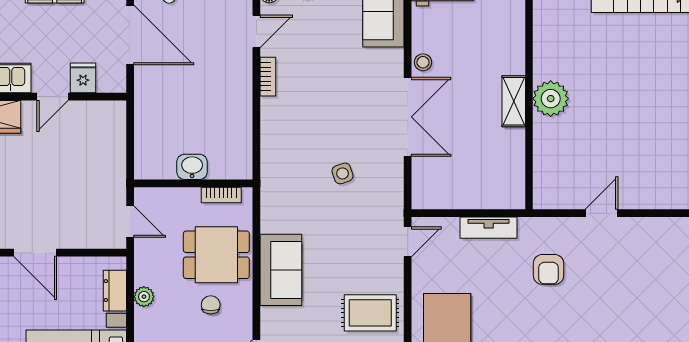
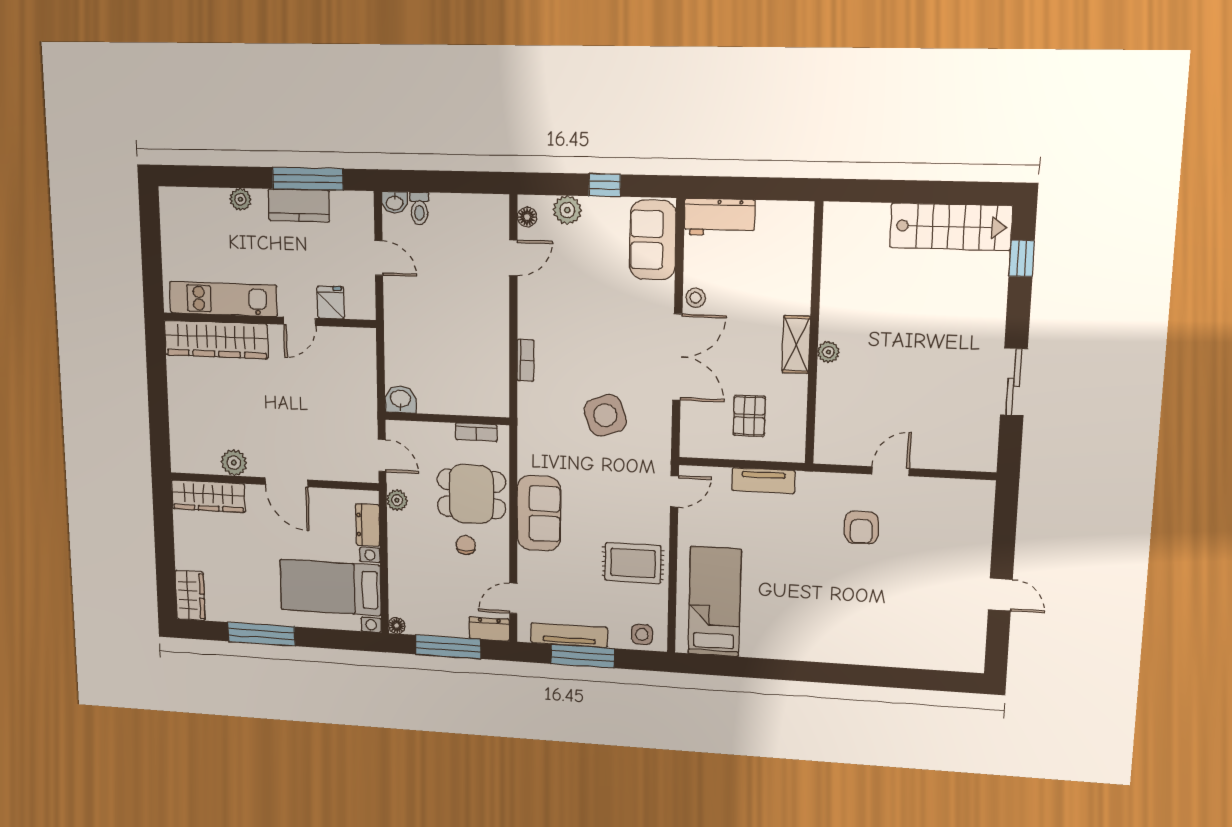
door: (130, 35) -> (379, 258), width x0.53
bookcase: (268, 77) -> (526, 360), moved
plant: (551, 99) -> (828, 352), width x0.53, depth x0.53
washbasin: (192, 167) -> (400, 399), moved
pallet: (474, 168) -> (749, 416), added
side table: (343, 173) -> (605, 415), width x1.87, depth x1.87
armchair: (548, 269) -> (861, 528), moved
plant: (144, 297) -> (397, 500), moved

